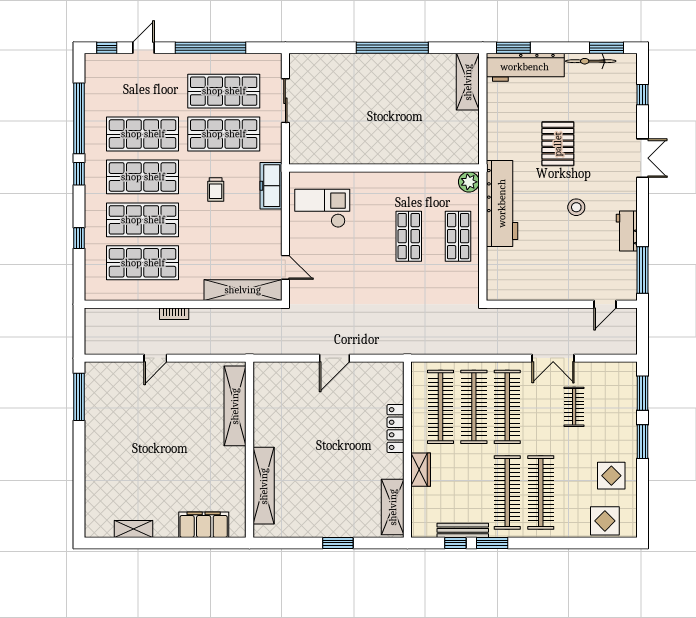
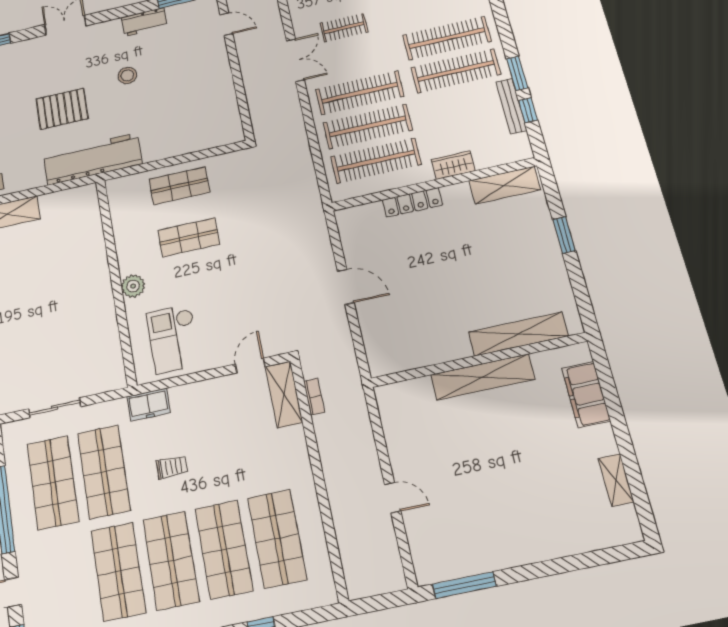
plant: (469, 182) -> (133, 286), moved
freezer: (271, 186) -> (149, 405), width x0.71
workbench: (502, 203) -> (92, 159), moved
shelving: (243, 290) -> (284, 394), width x0.68
bookcase: (174, 314) -> (314, 397), moved
shelving: (235, 406) -> (483, 377), moved

